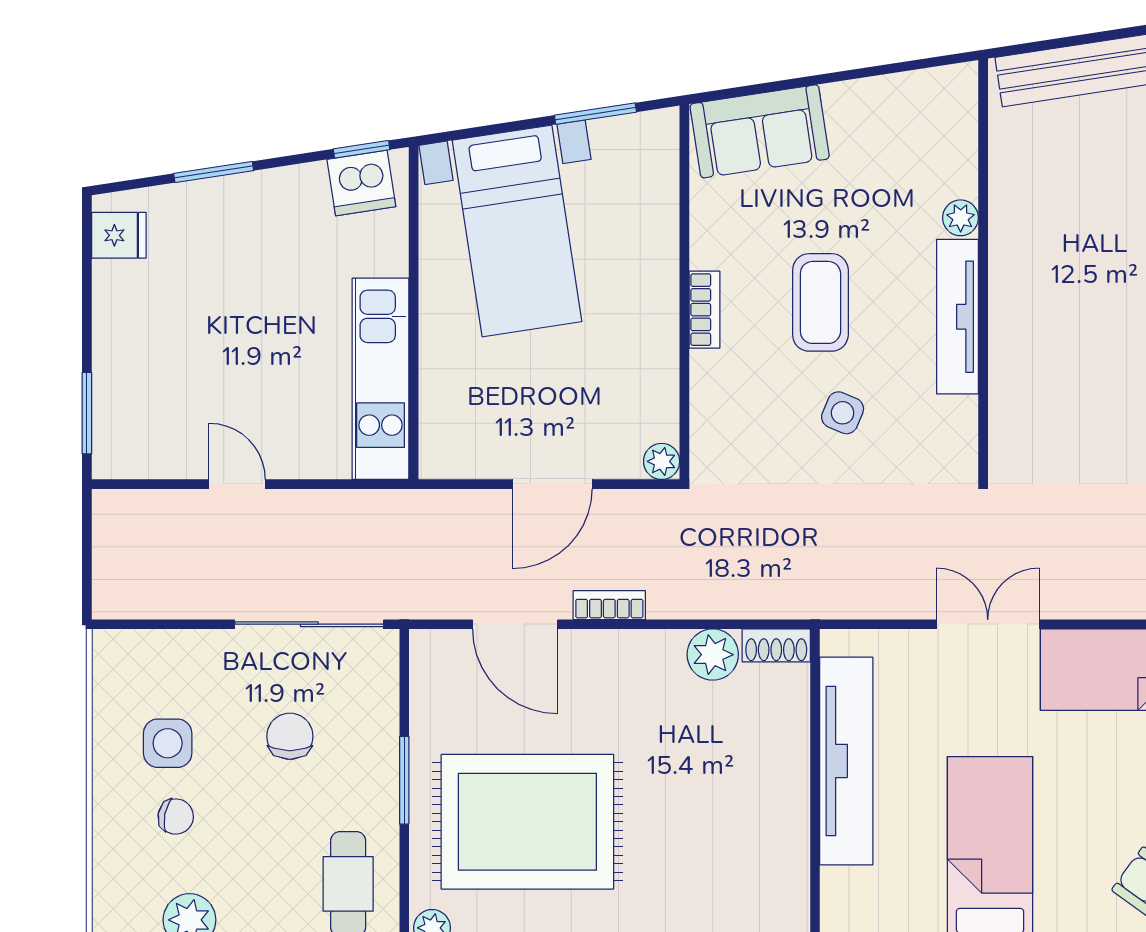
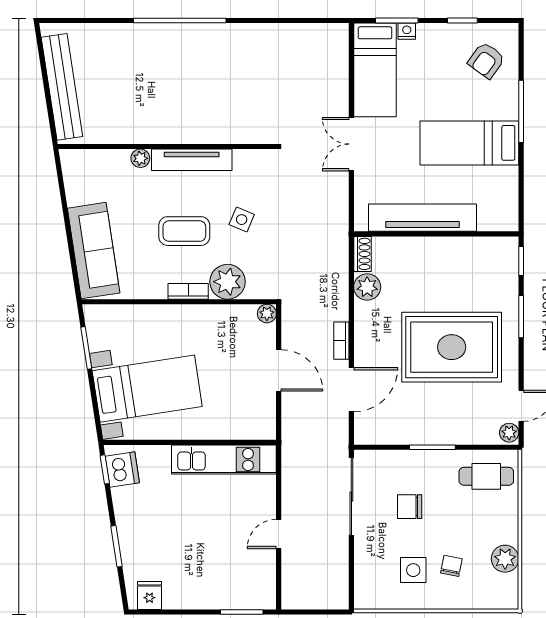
sofa: (760, 131) -> (94, 251), width x1.36
plant: (723, 386) -> (228, 282), added
rug: (527, 822) -> (452, 347), moved, turned 90

